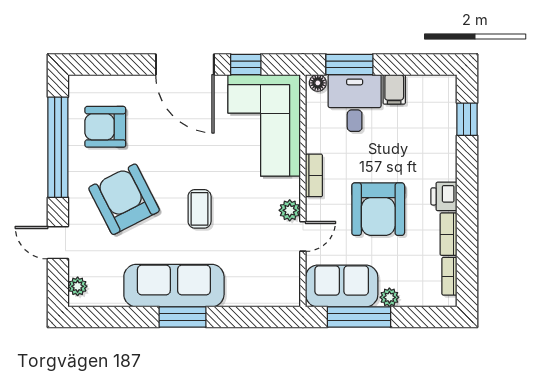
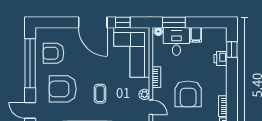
printer: (444, 196) -> (221, 59), moved
armchair: (124, 199) -> (63, 89), turned -63
door: (303, 236) -> (151, 107), hinge flipped

